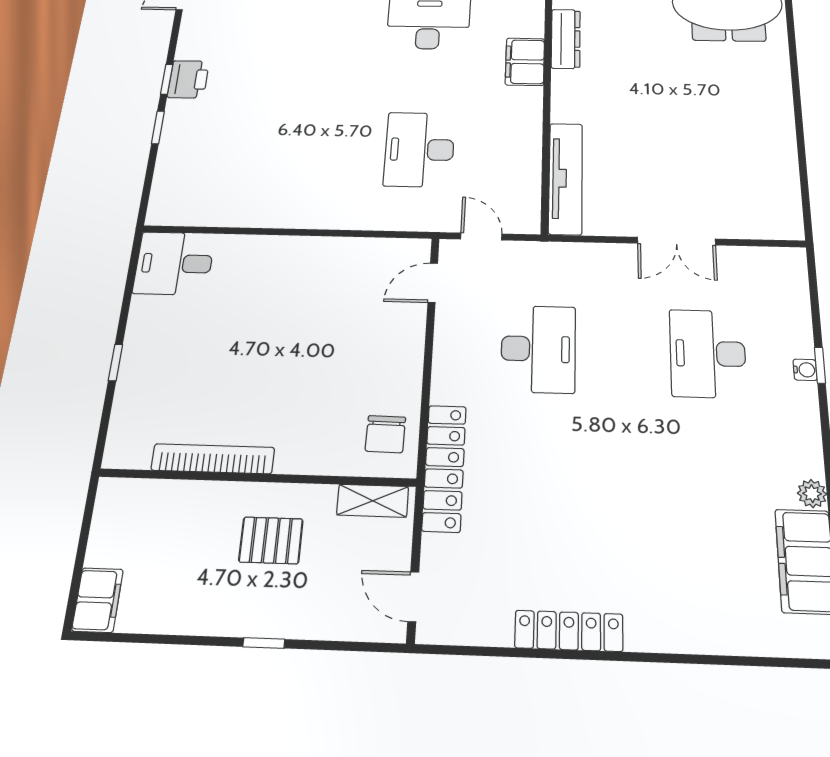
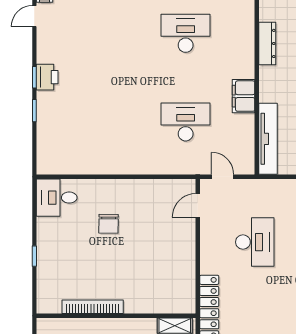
filing cabinet: (525, 62) -> (244, 96), moved
desk: (419, 149) -> (186, 122), turned 90
chair: (385, 434) -> (108, 224), moved

